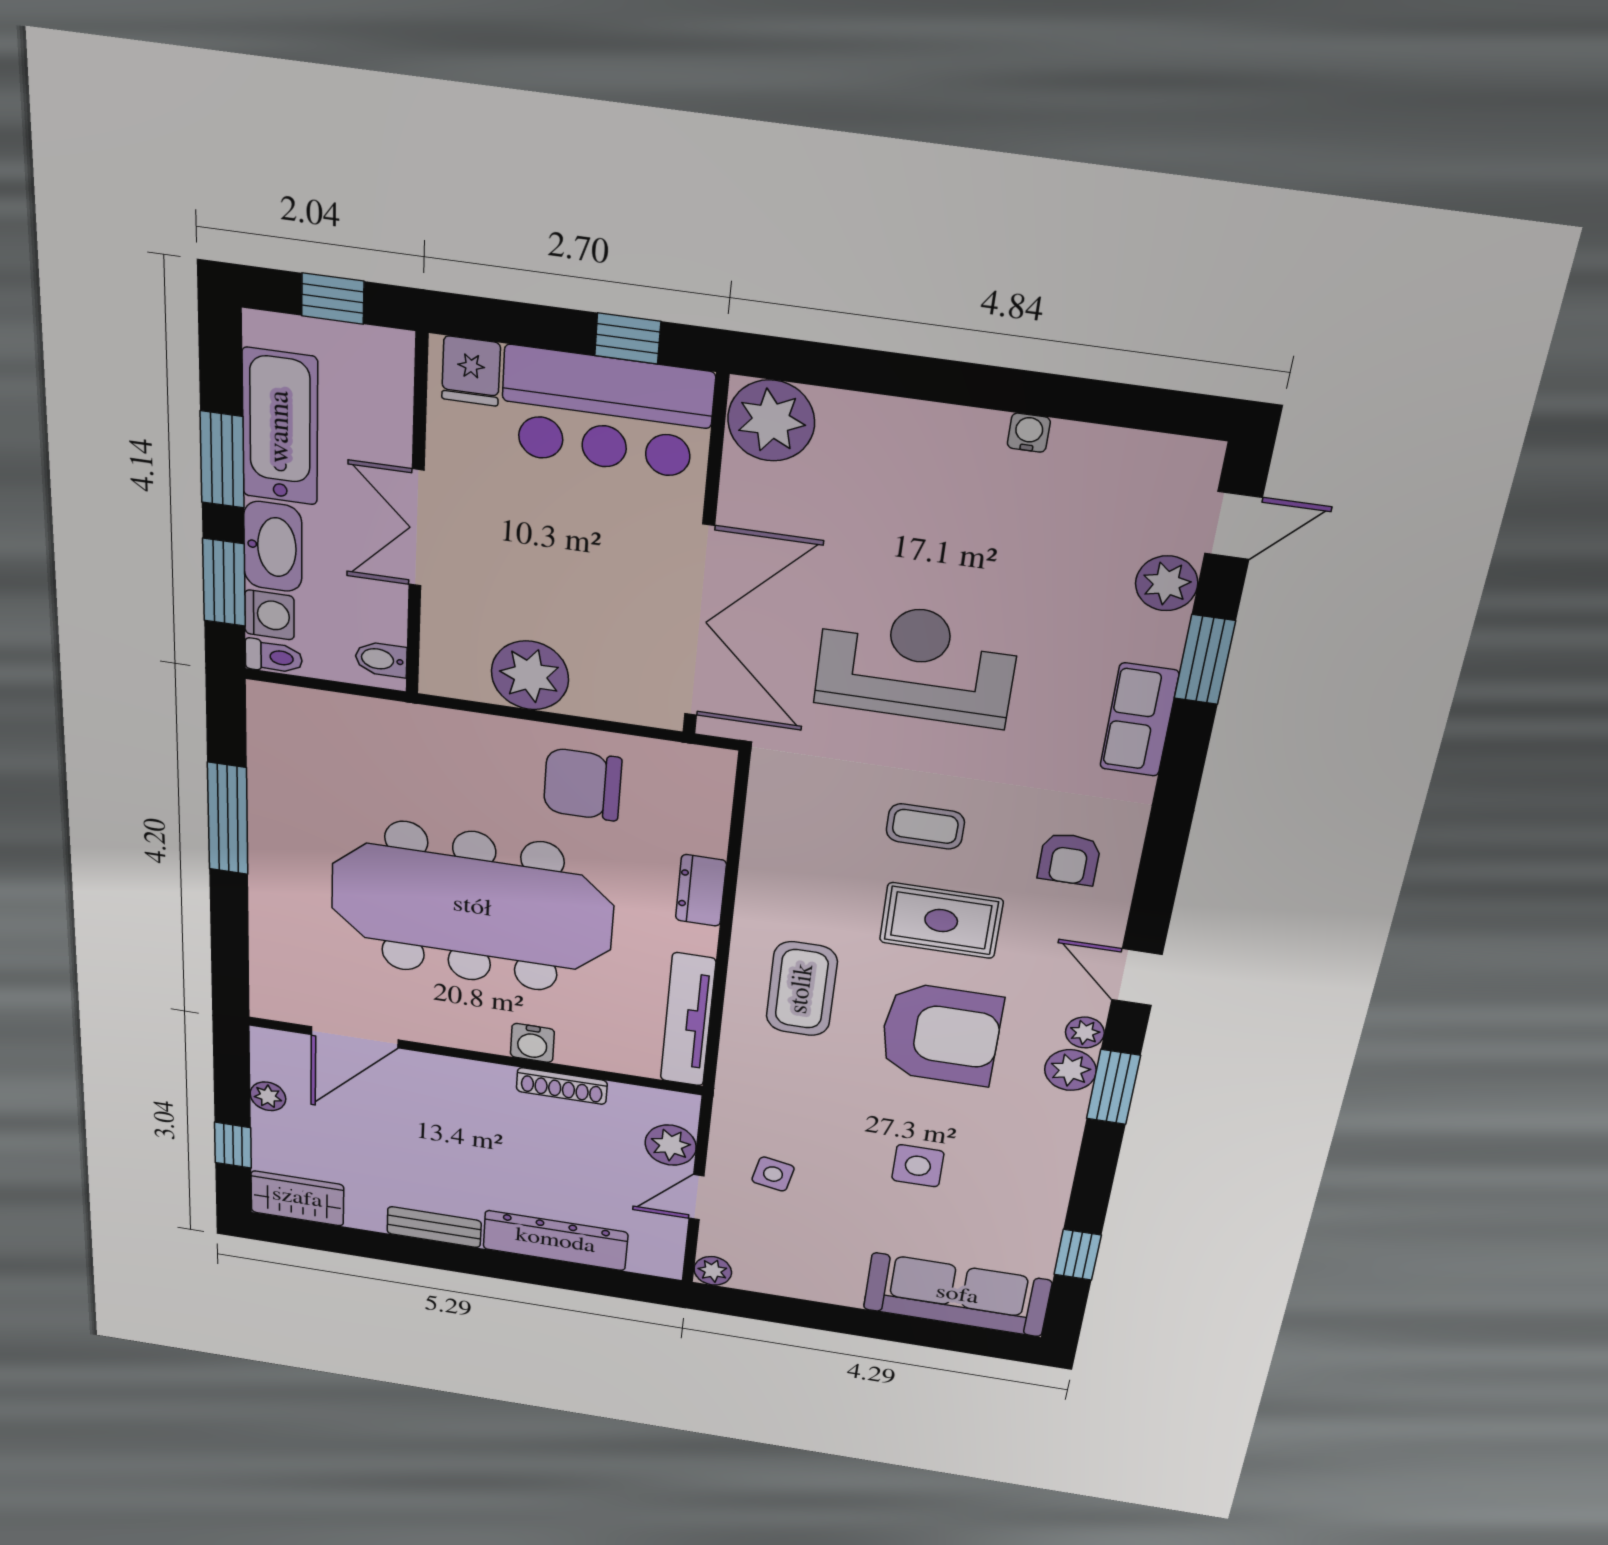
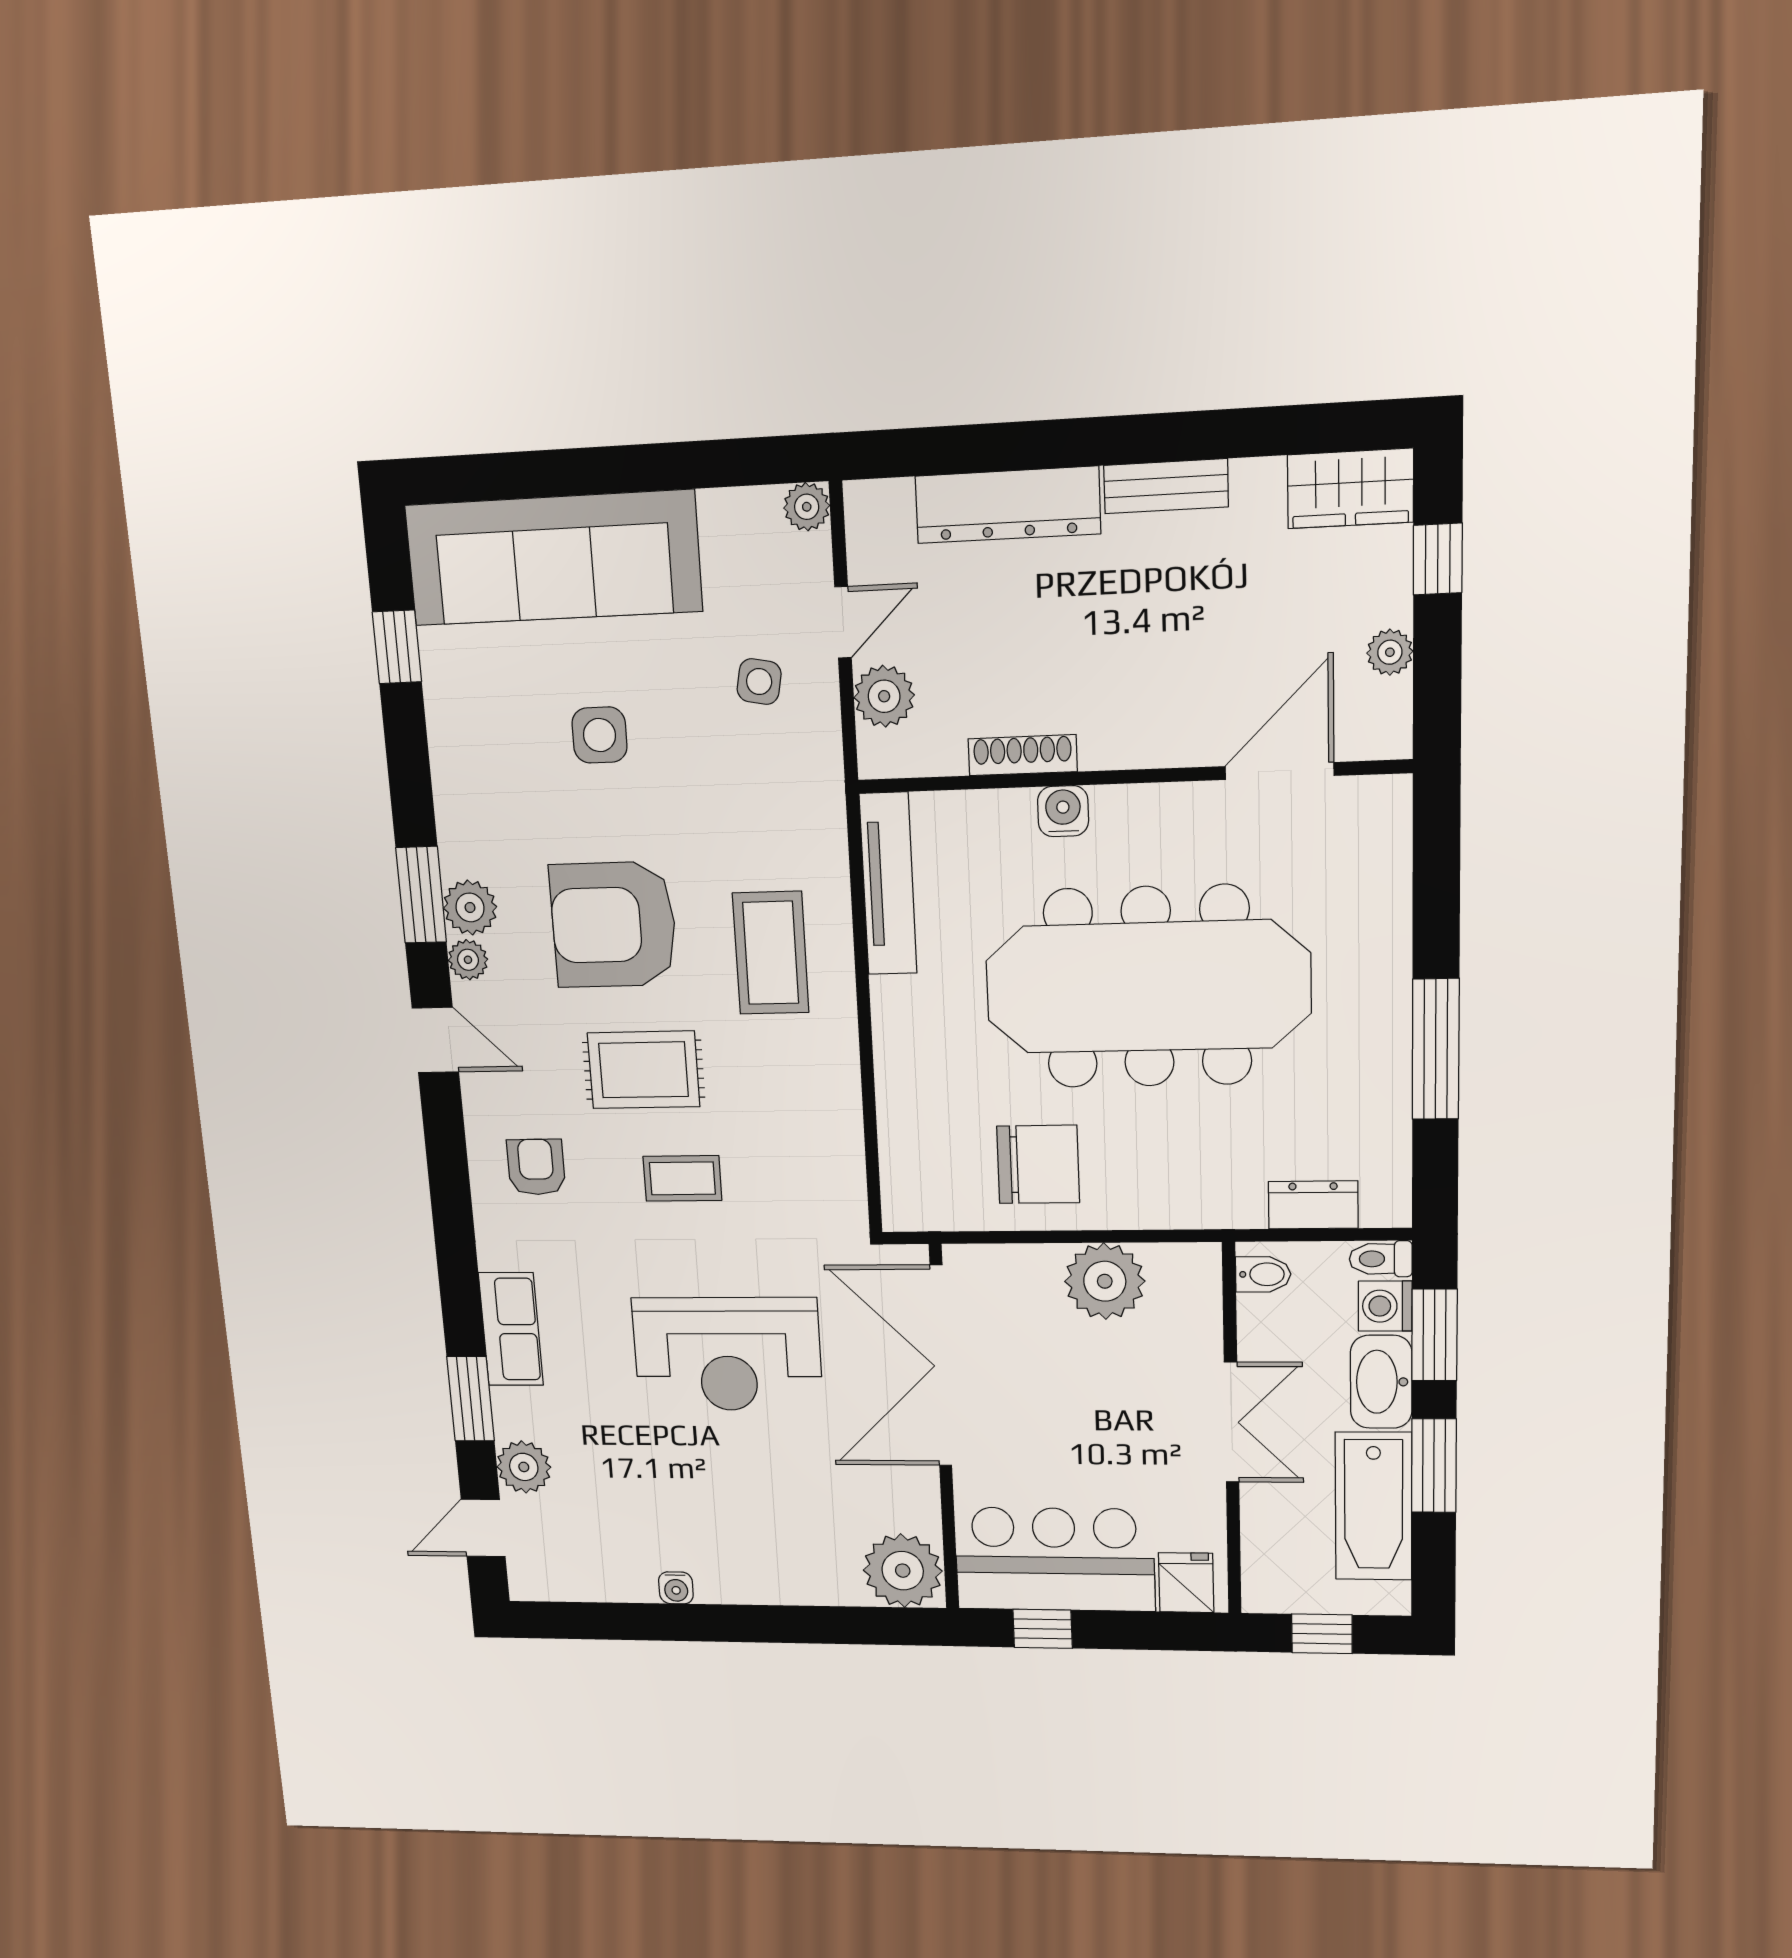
dresser: (701, 890) -> (1313, 1205), moved, turned -90
sofa: (957, 1295) -> (553, 558), width x1.36, depth x1.27

